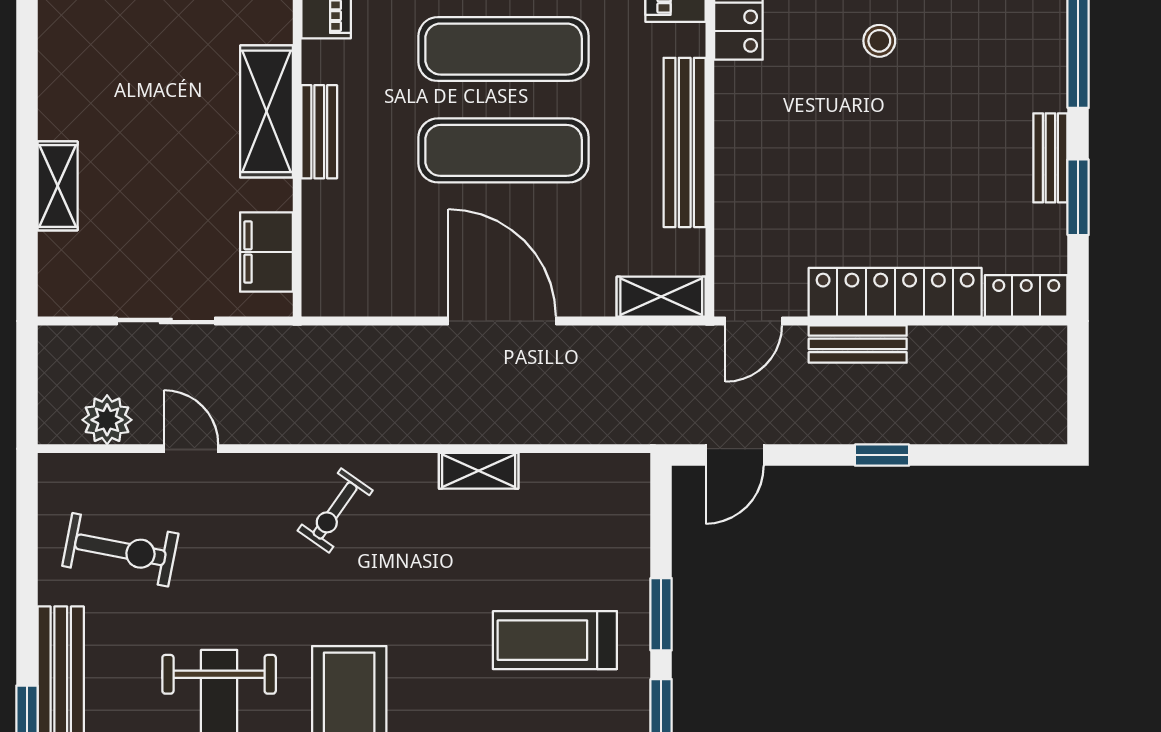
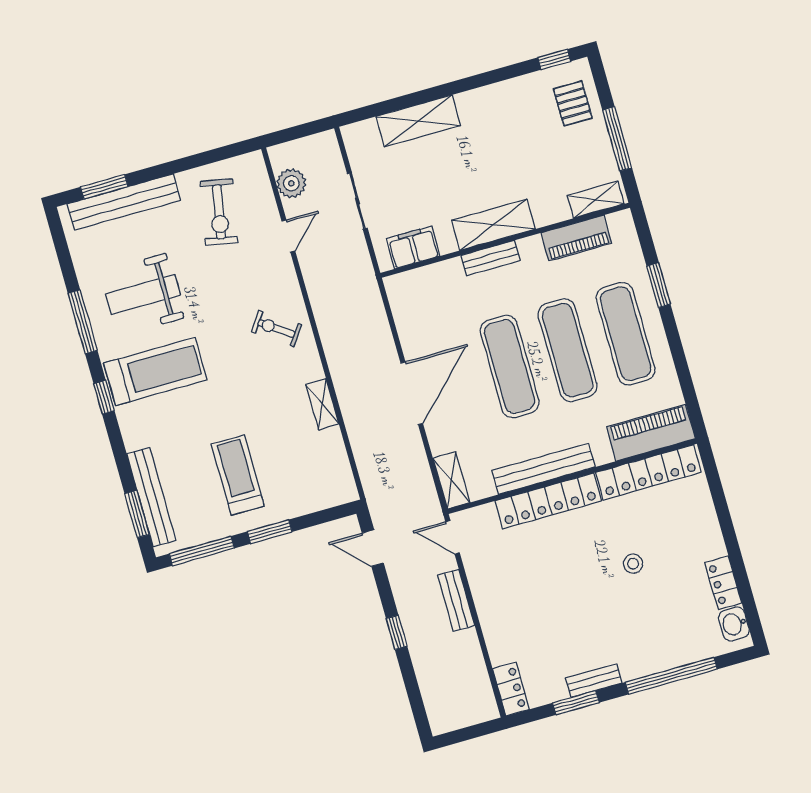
shelving: (58, 186) -> (418, 121), width x1.50, depth x1.33
locker: (895, 292) -> (548, 501), moved, turned 90

